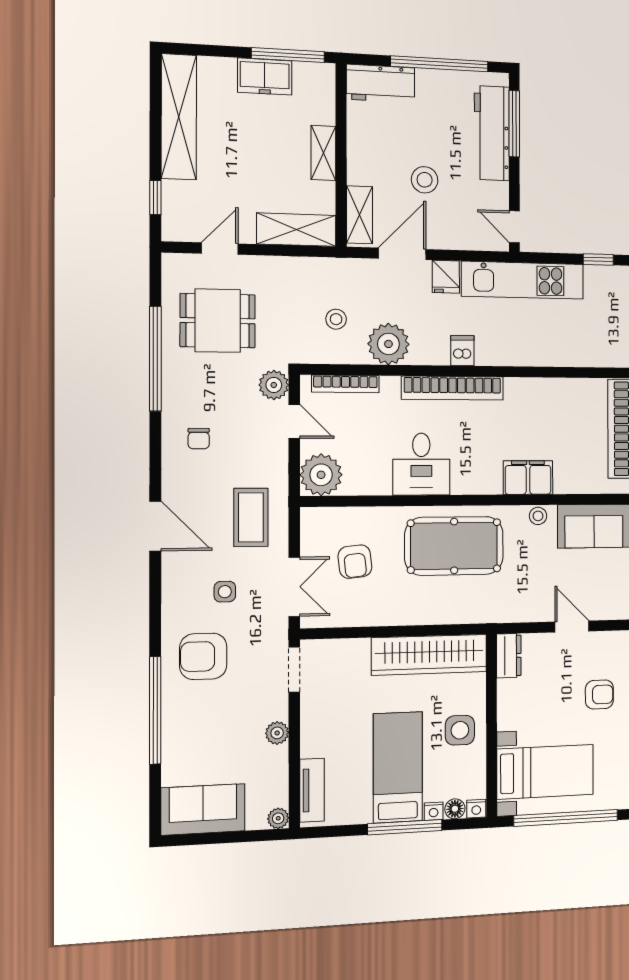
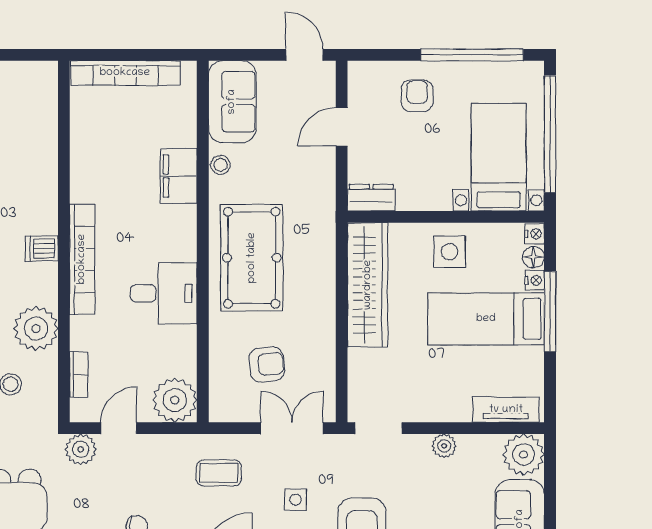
bookcase: (345, 384) -> (79, 374), width x0.64
coffee table: (251, 517) -> (219, 473), width x0.73, depth x0.77
plant: (278, 818) -> (524, 454), width x1.88, depth x1.88

